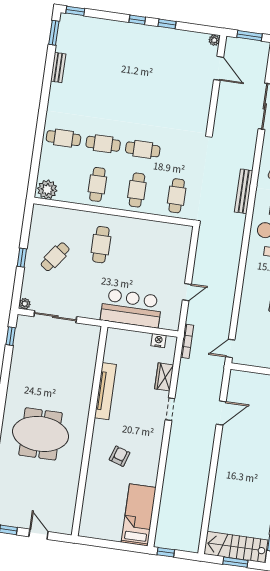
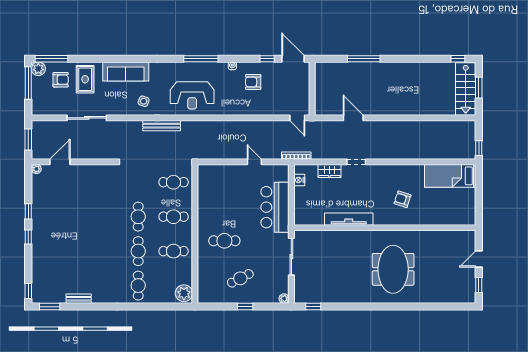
cafe table: (55, 257) -> (240, 278), turned -63
sliding door: (55, 317) -> (291, 257), moved

